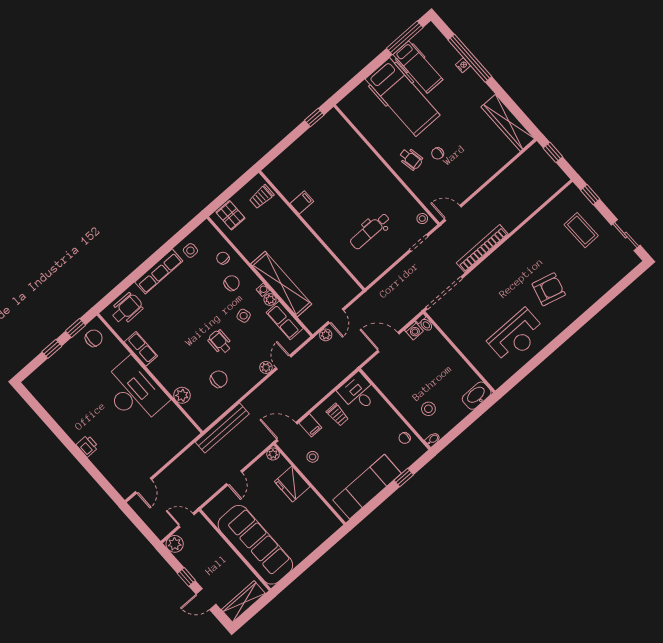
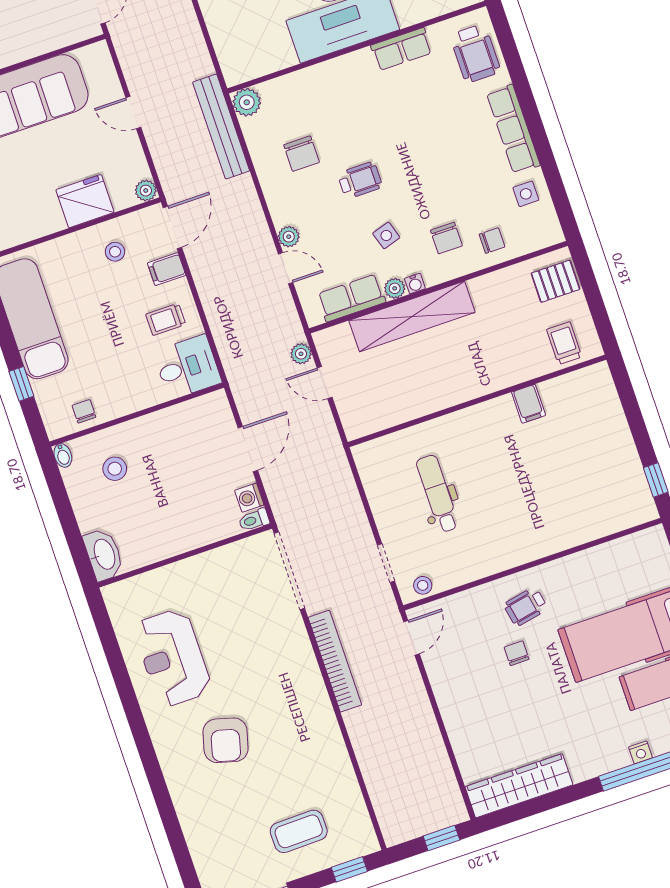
plant: (182, 395) -> (247, 102), moved

